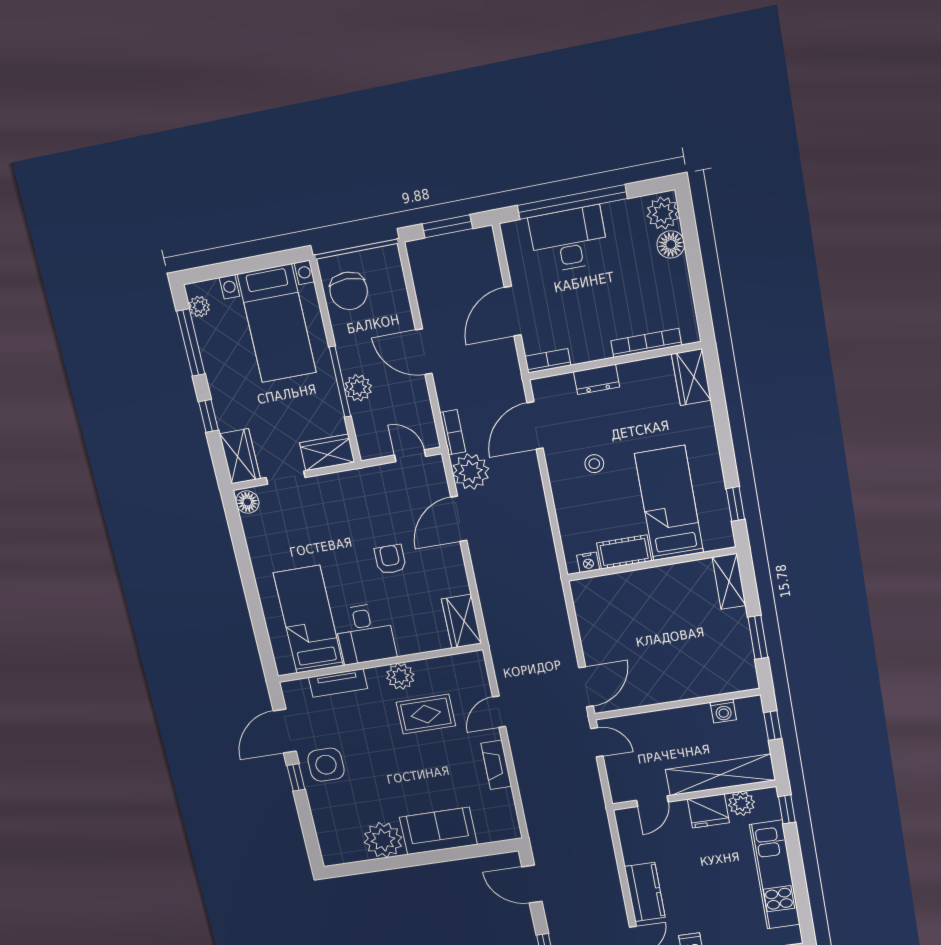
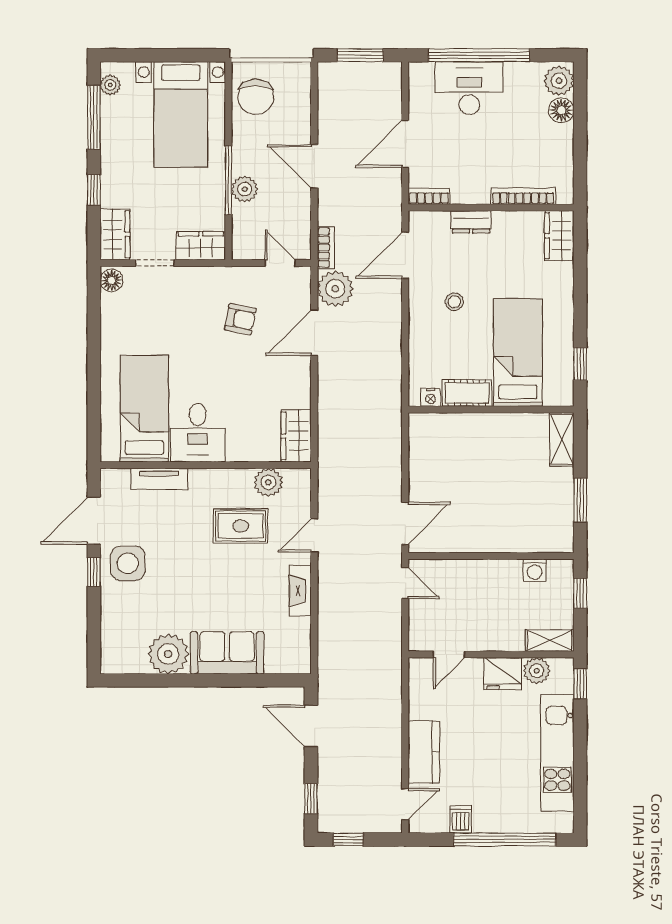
armchair: (390, 559) -> (240, 319), moved, turned 101
plant: (400, 676) -> (268, 482), moved
shelving: (720, 775) -> (550, 641), width x0.45, depth x0.75

